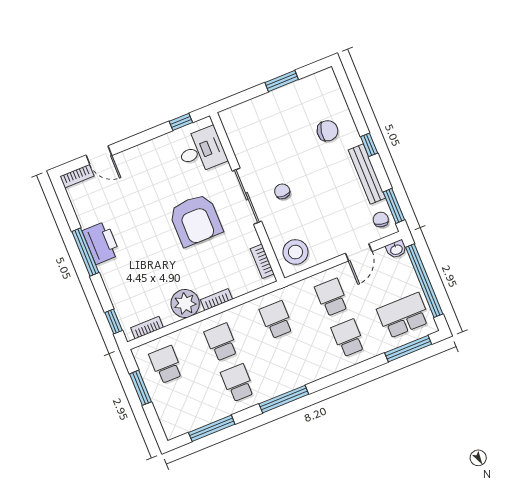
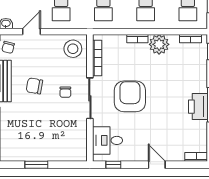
chair: (327, 131) -> (34, 86), moved
door: (99, 155) -> (157, 165), moved
bookcase: (262, 261) -> (97, 58), width x1.56

